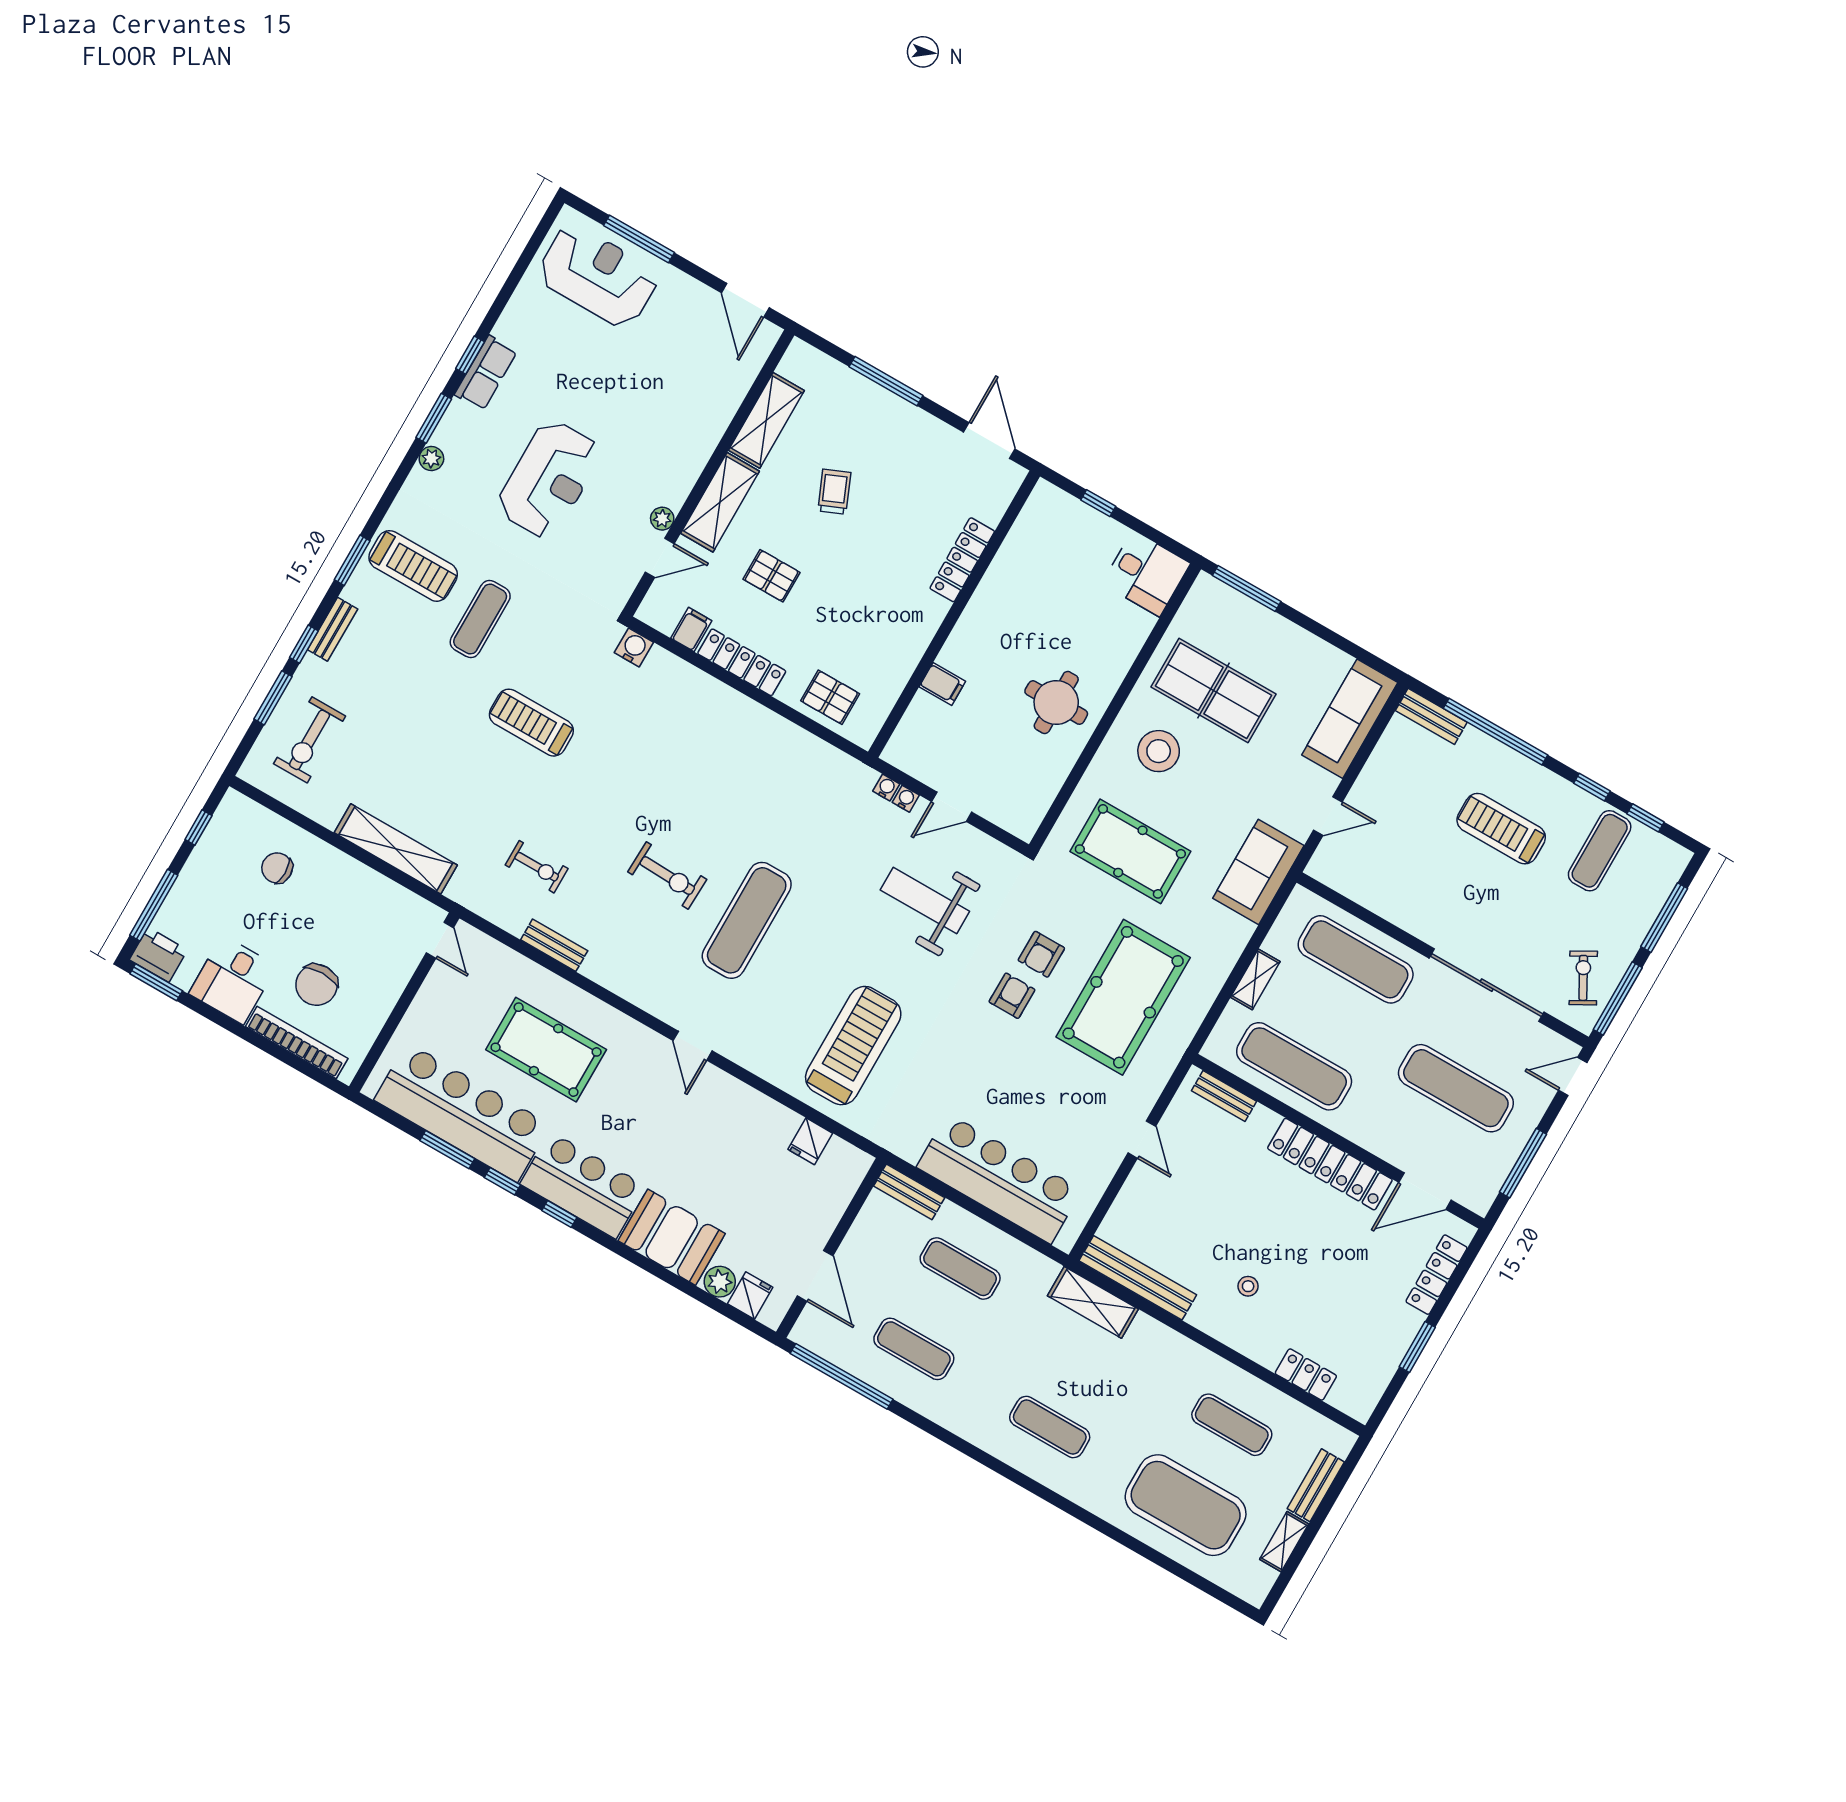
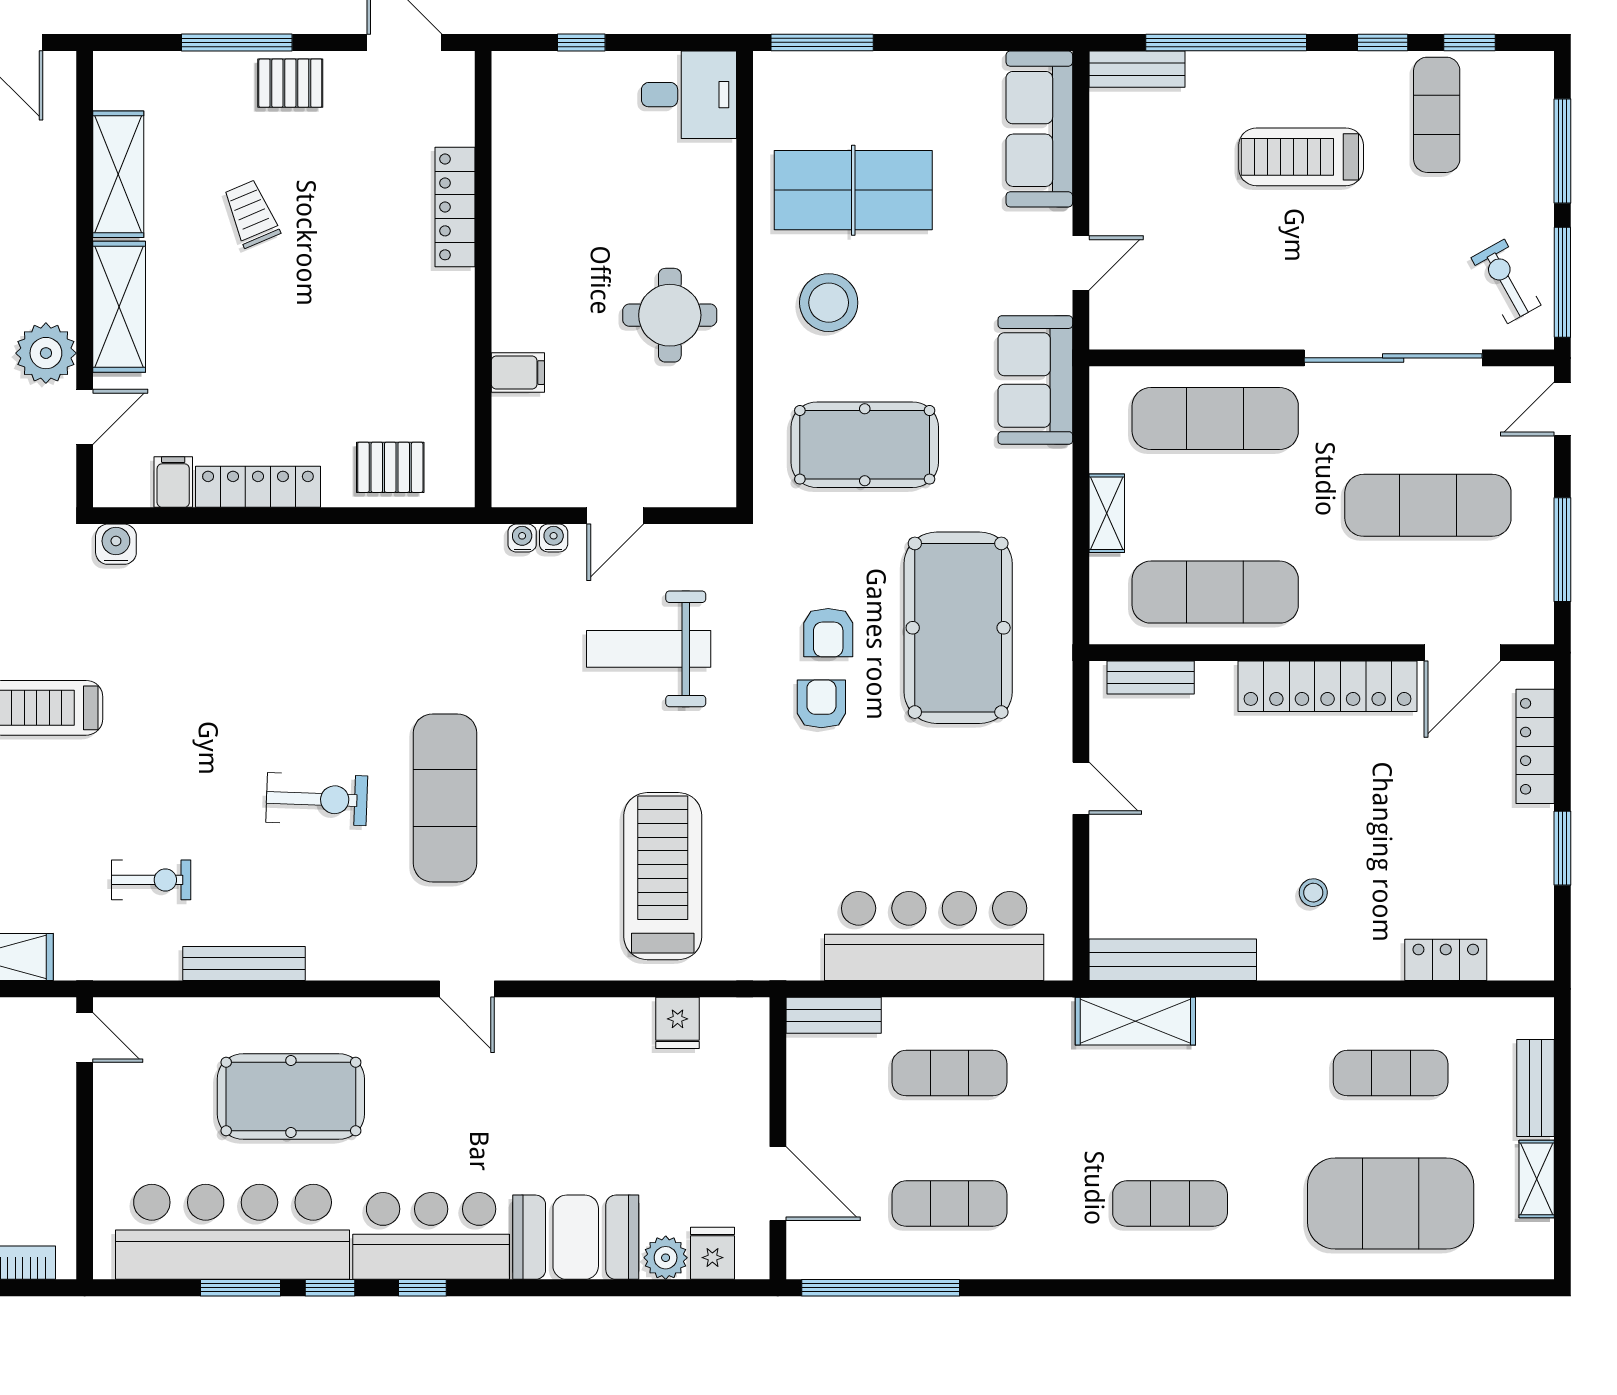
plant: (662, 519) -> (46, 353), width x1.88, depth x1.88
pallet: (772, 576) -> (290, 83), moved
bench: (554, 945) -> (244, 963), width x1.36

